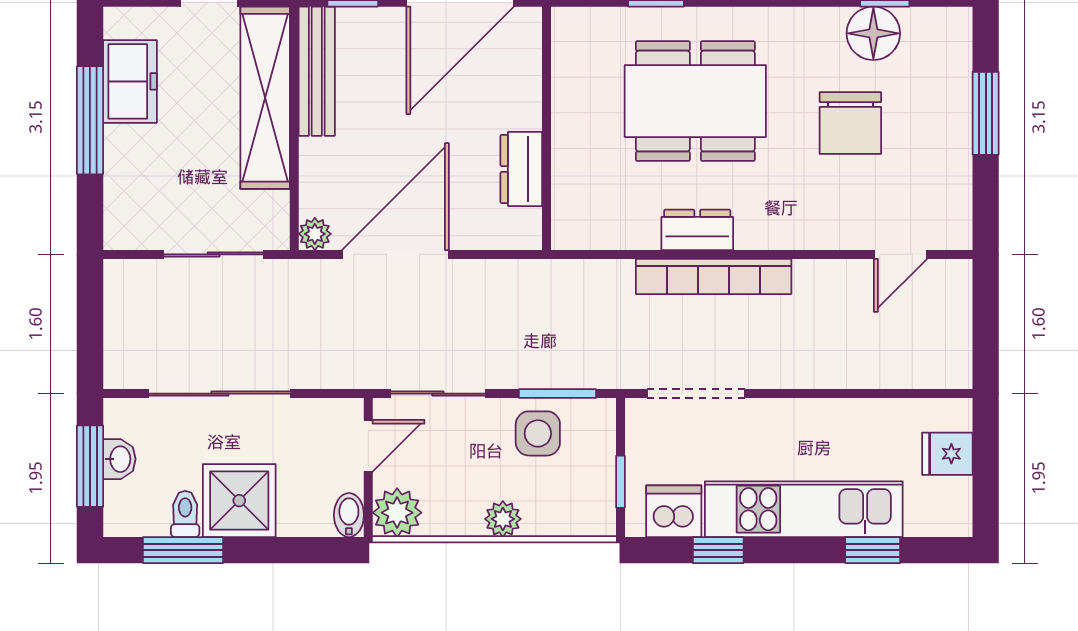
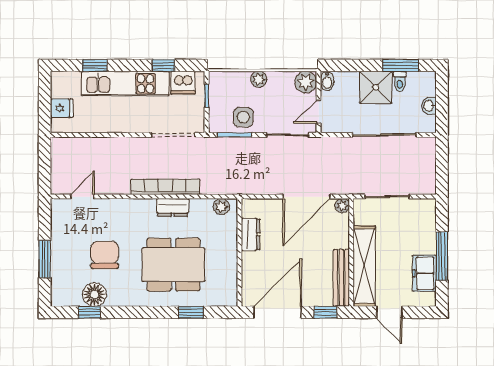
plant: (587, 232) -> (221, 207), added
window: (90, 466) -> (442, 103), removed

